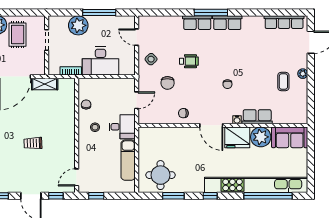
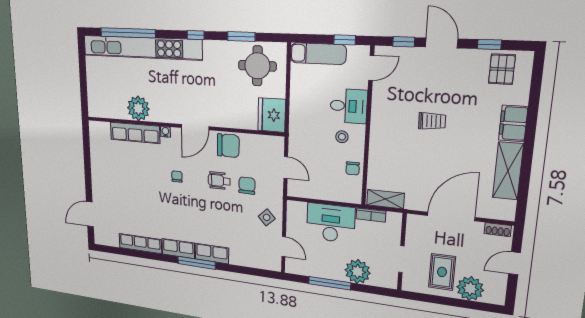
row of seats: (284, 22) -> (140, 244), moved
wheelchair: (189, 61) -> (219, 181), moved
plant: (303, 74) -> (96, 180), removed
coffee table: (283, 81) -> (116, 173), removed
shelving: (45, 84) -> (385, 199), moved
door: (137, 100) -> (286, 168), swing flipped
chair: (183, 113) -> (228, 146), width x1.87, depth x1.87
row of seats: (257, 117) -> (135, 133), width x1.48
door: (211, 125) -> (195, 127), swing flipped
desk: (122, 127) -> (349, 106), moved, turned 180
fridge: (237, 137) -> (272, 115), moved, turned -90
sofa: (290, 137) -> (107, 106), removed
exam couch: (128, 160) -> (318, 54), moved, turned 90

